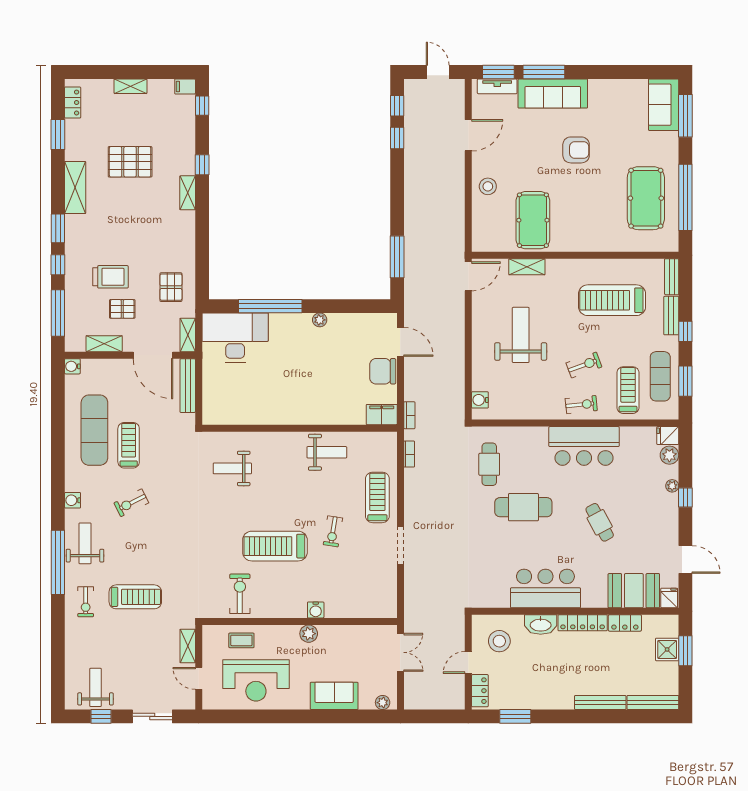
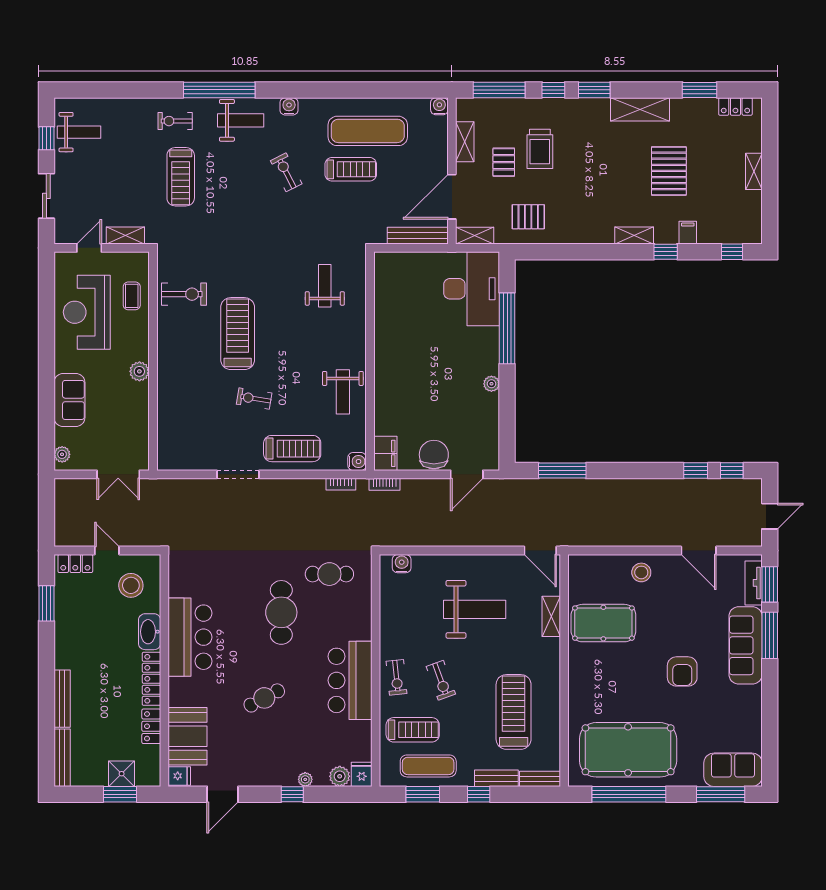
filing cabinet: (185, 86) -> (688, 233), moved
pool table: (646, 198) -> (628, 750), width x1.36, depth x1.32
water cooler: (316, 610) -> (357, 461), moved, turned 180

